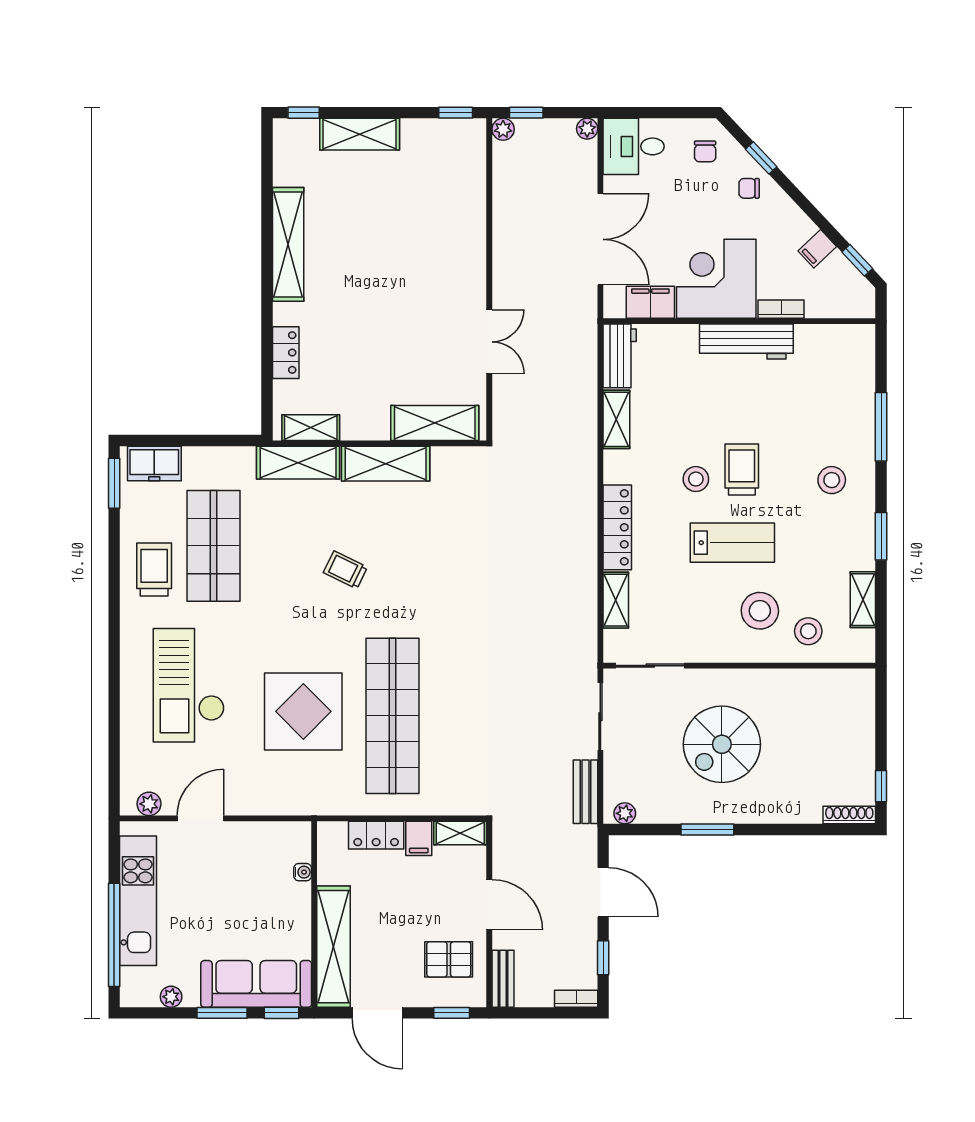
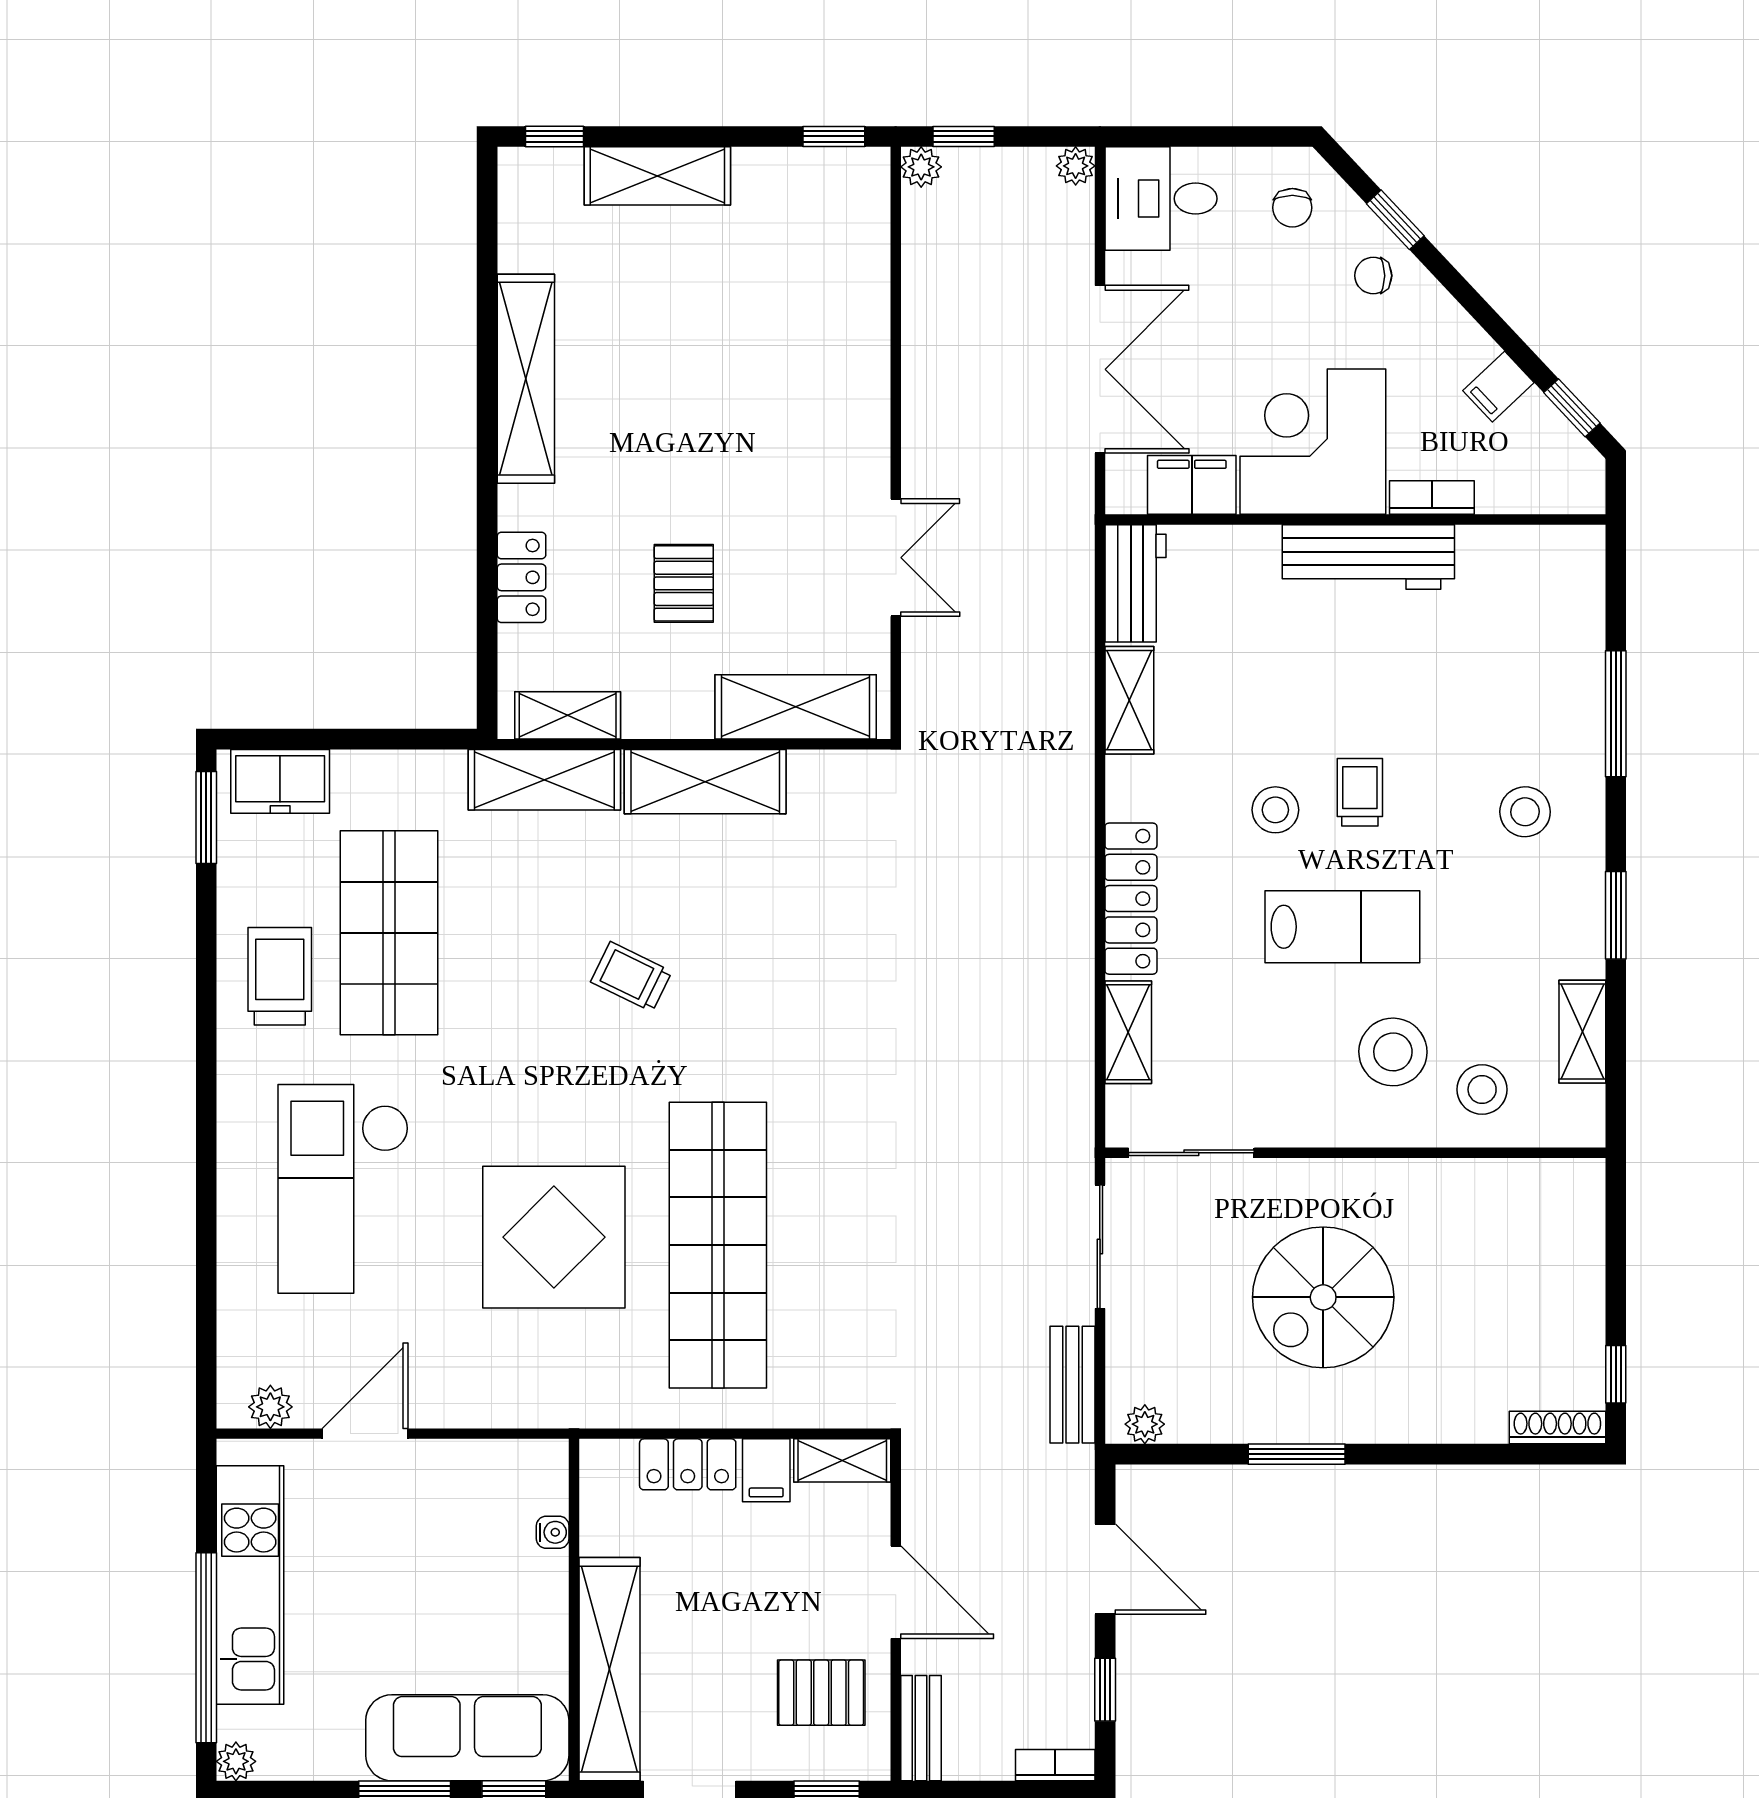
pallet: (374, 356) -> (684, 583), added
trolley: (742, 470) -> (1360, 792), width x0.73, depth x0.72
plant: (171, 997) -> (236, 1761), moved

